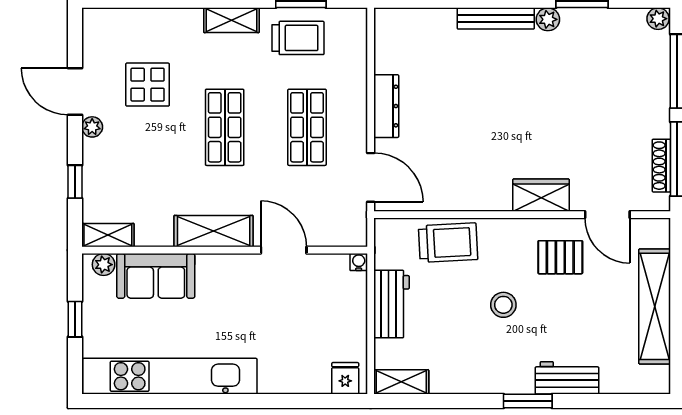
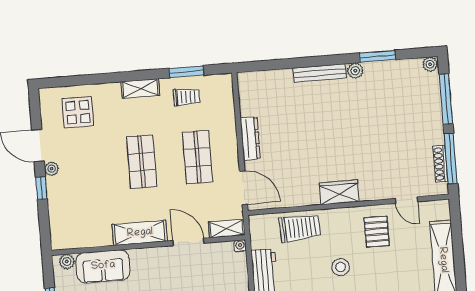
trolley: (298, 38) -> (186, 97), width x0.73, depth x0.72
display table: (148, 85) -> (78, 112), moved
window: (75, 182) -> (41, 188), moved
wardrobe: (541, 195) -> (339, 192), moved
door: (607, 215) -> (406, 200), width x0.73
shelving: (108, 235) -> (227, 229), moved
pallet: (560, 257) -> (377, 232), turned 90

